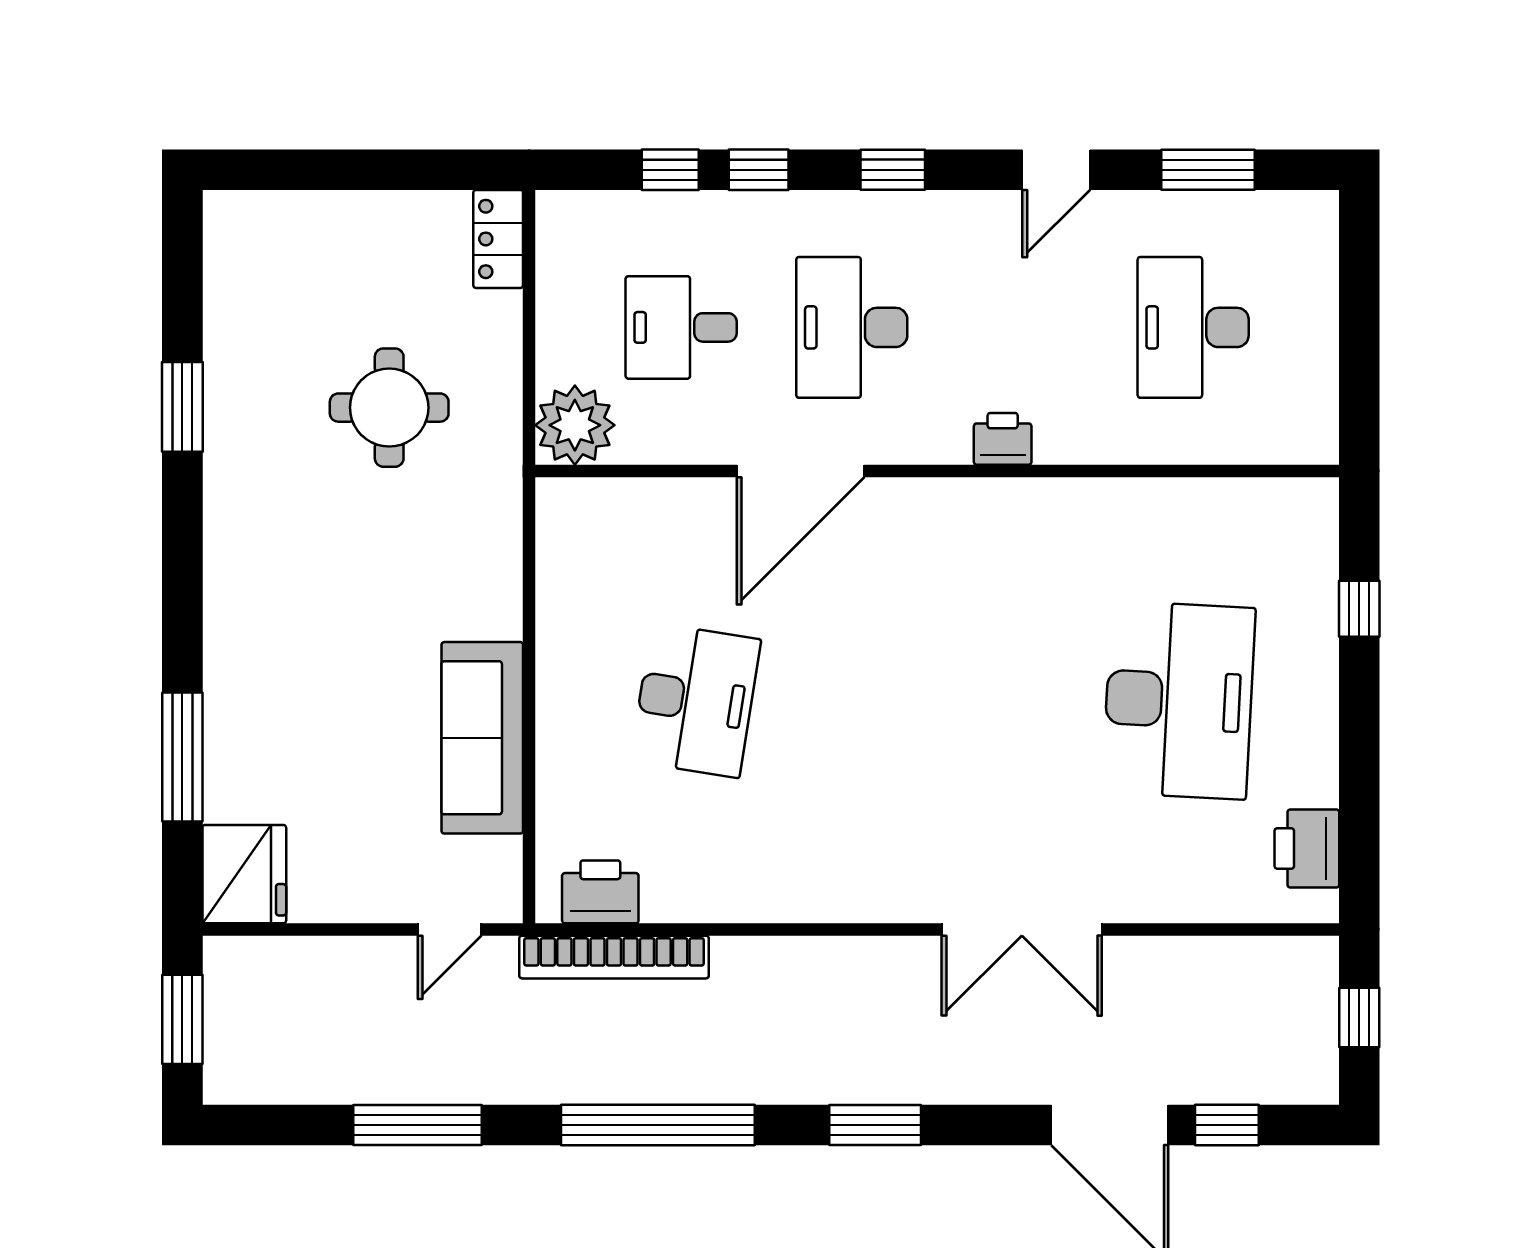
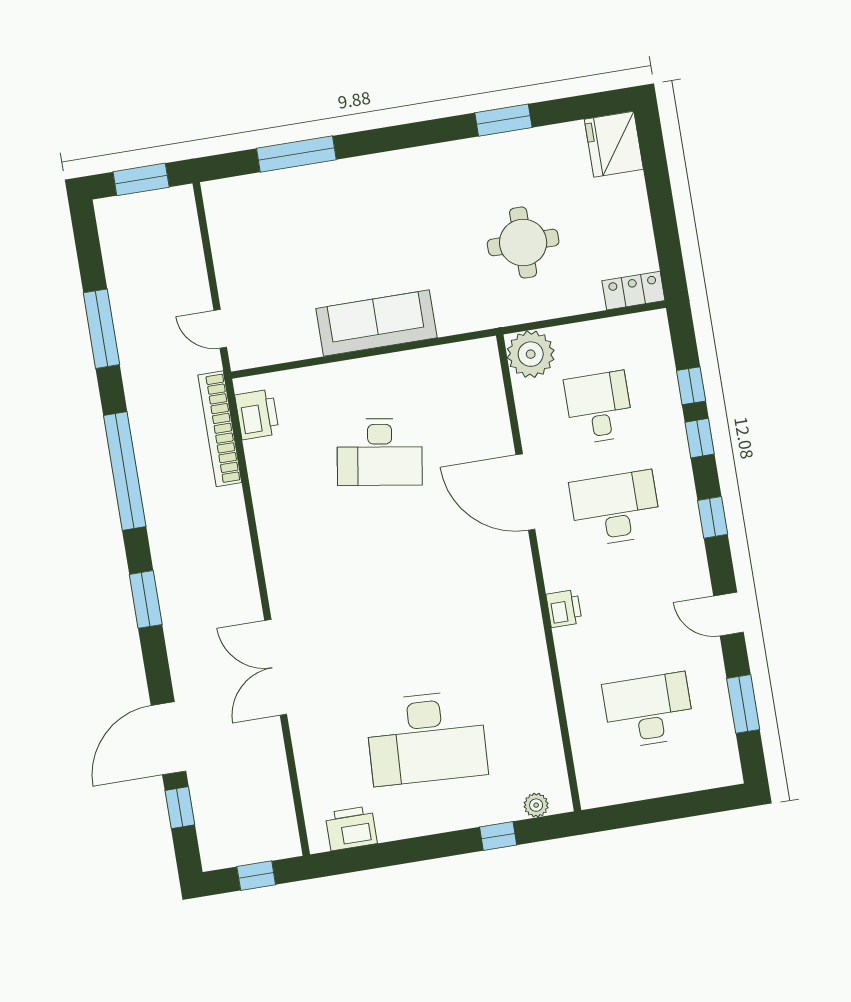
plant: (1319, 538) -> (536, 805), added
sofa: (482, 738) -> (376, 323), moved
fridge: (244, 874) -> (614, 144), moved, turned 90

